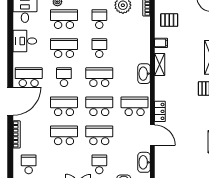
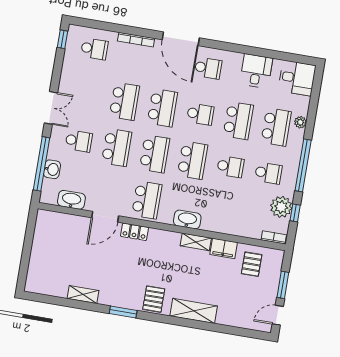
filing cabinet: (161, 43) -> (224, 248), width x2.00
school desk: (29, 77) -> (208, 68), width x0.54

